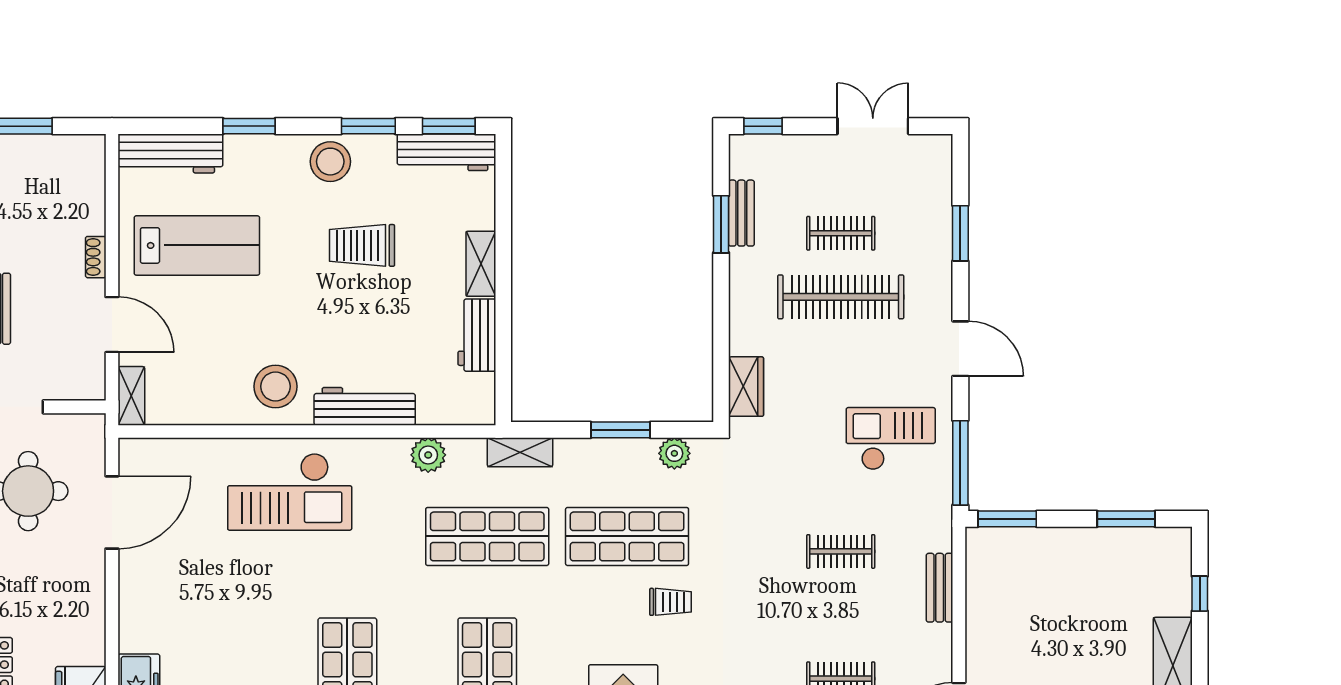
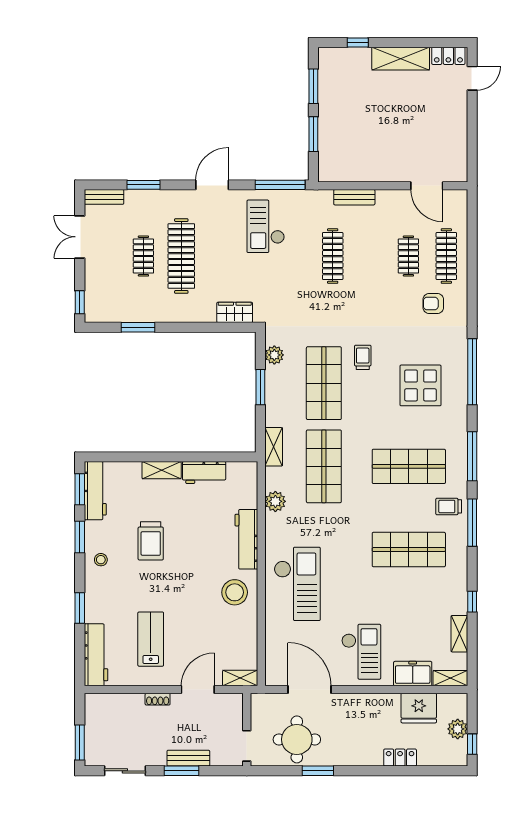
stool: (330, 162) -> (101, 560), width x0.53, depth x0.53
bench: (741, 213) -> (104, 197), moved
lab bench: (197, 245) -> (151, 639), width x0.73, depth x0.72
window: (1007, 519) -> (313, 134), moved
clothes rail: (841, 551) -> (333, 256), width x1.36
checkout: (176, 599) -> (361, 652), added

